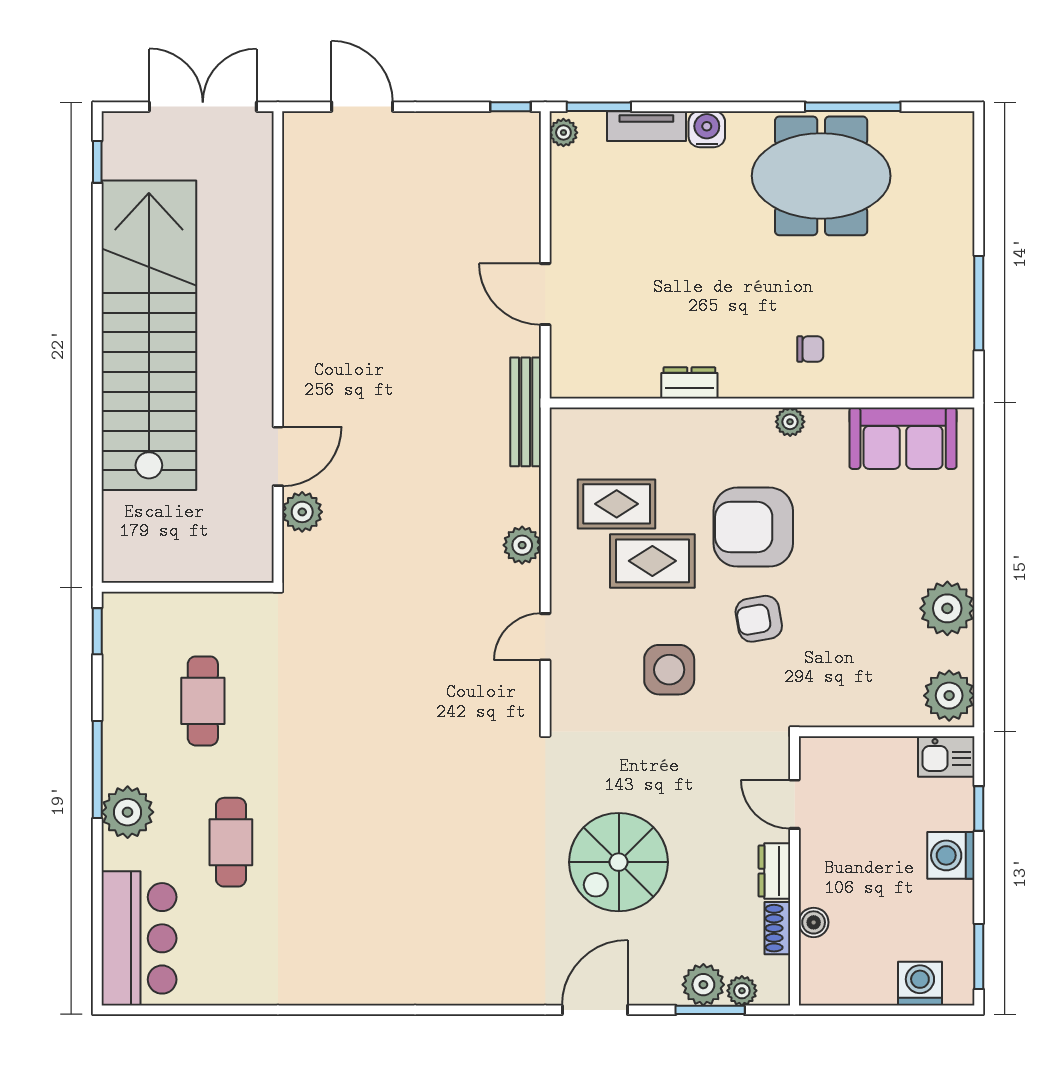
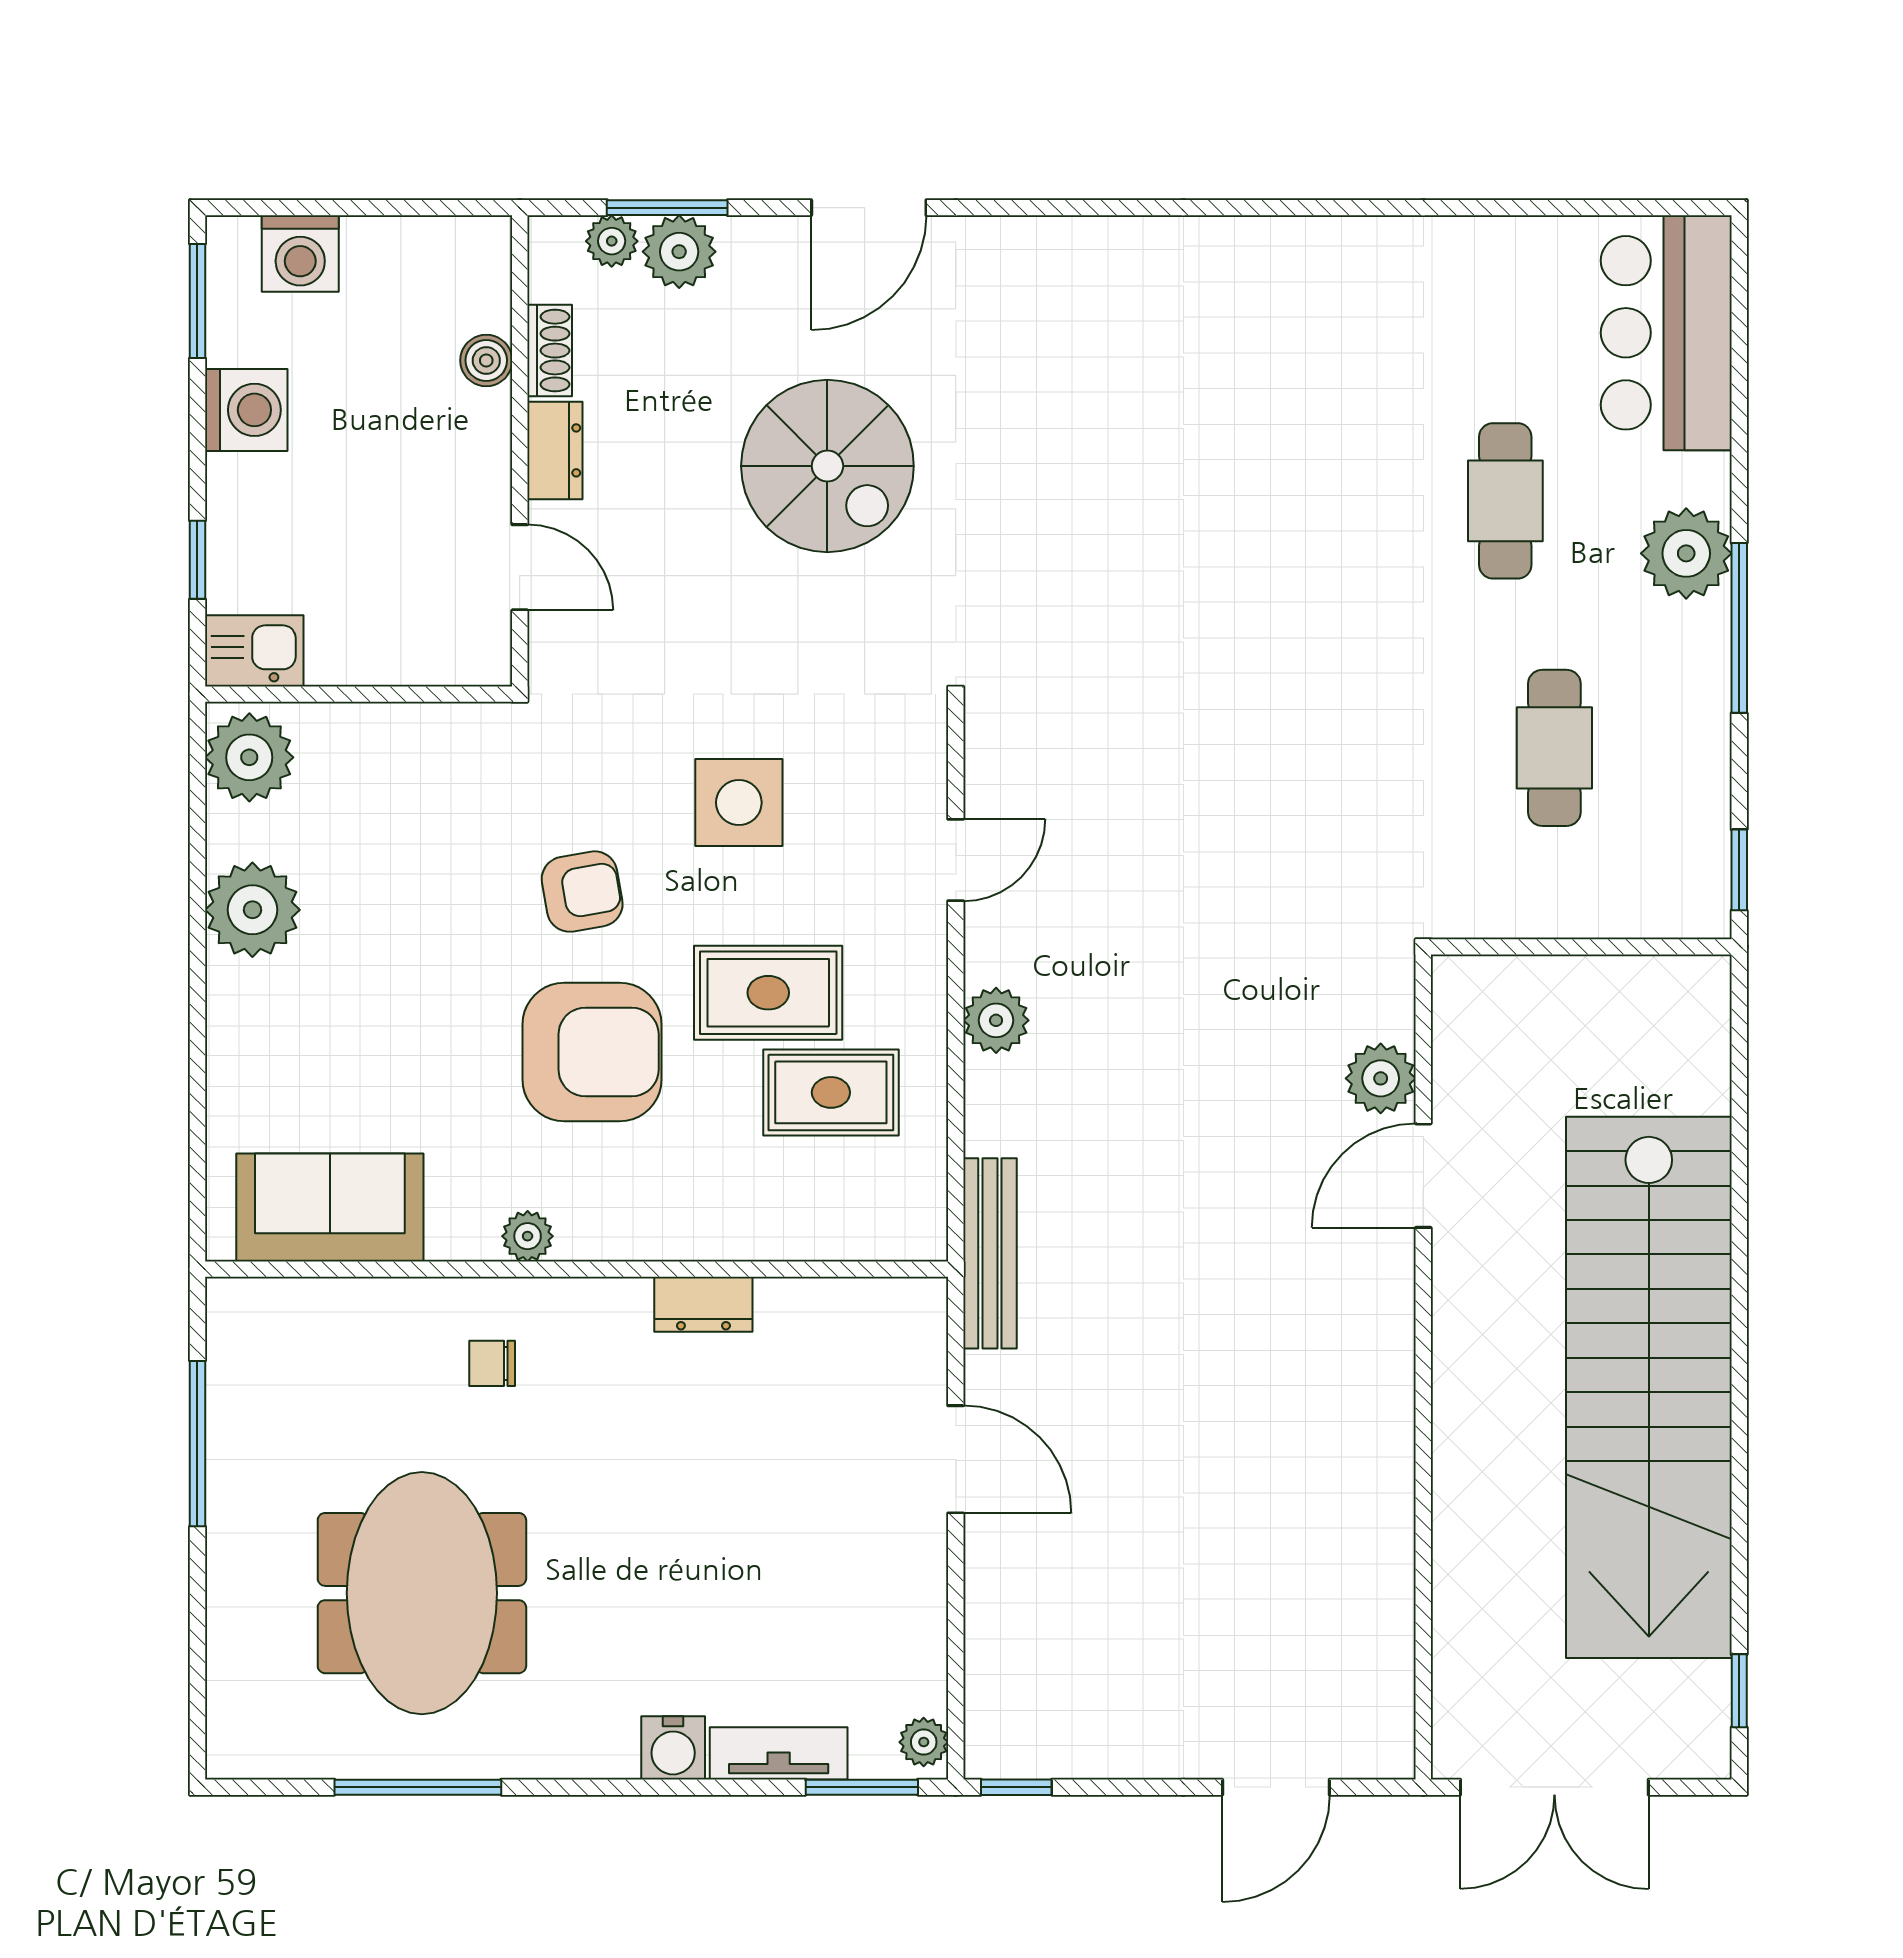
door: (362, 107) -> (1276, 1787), hinge flipped
meeting table: (821, 176) -> (422, 1593), moved, turned 90
washing machine: (951, 855) -> (246, 410), moved
spiral stairs: (619, 862) -> (827, 466), turned 90

